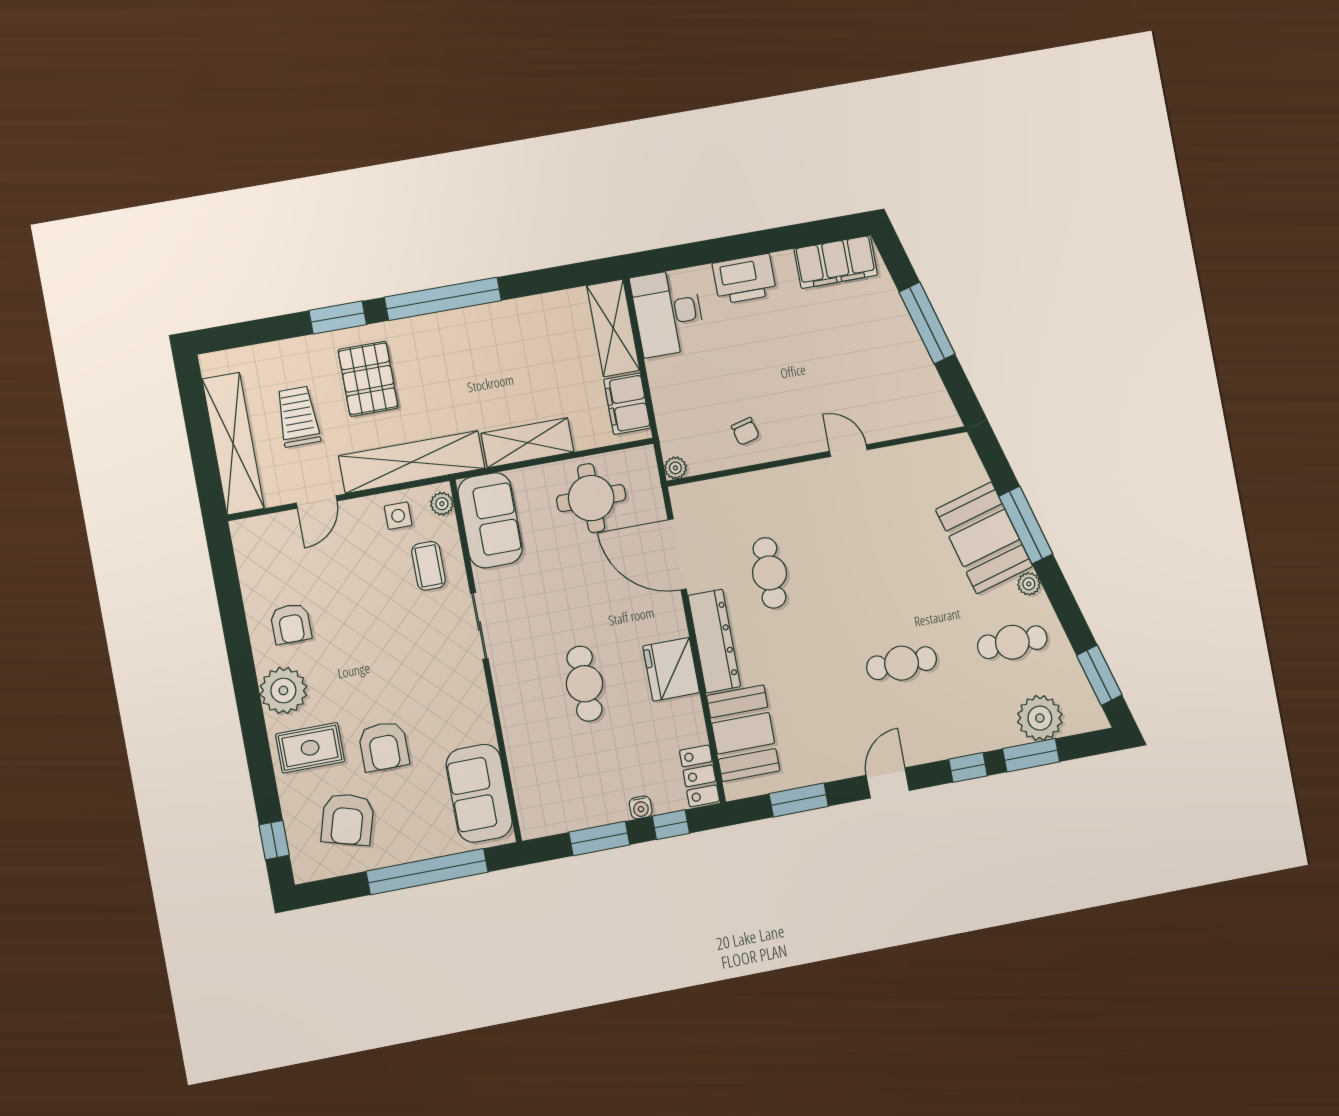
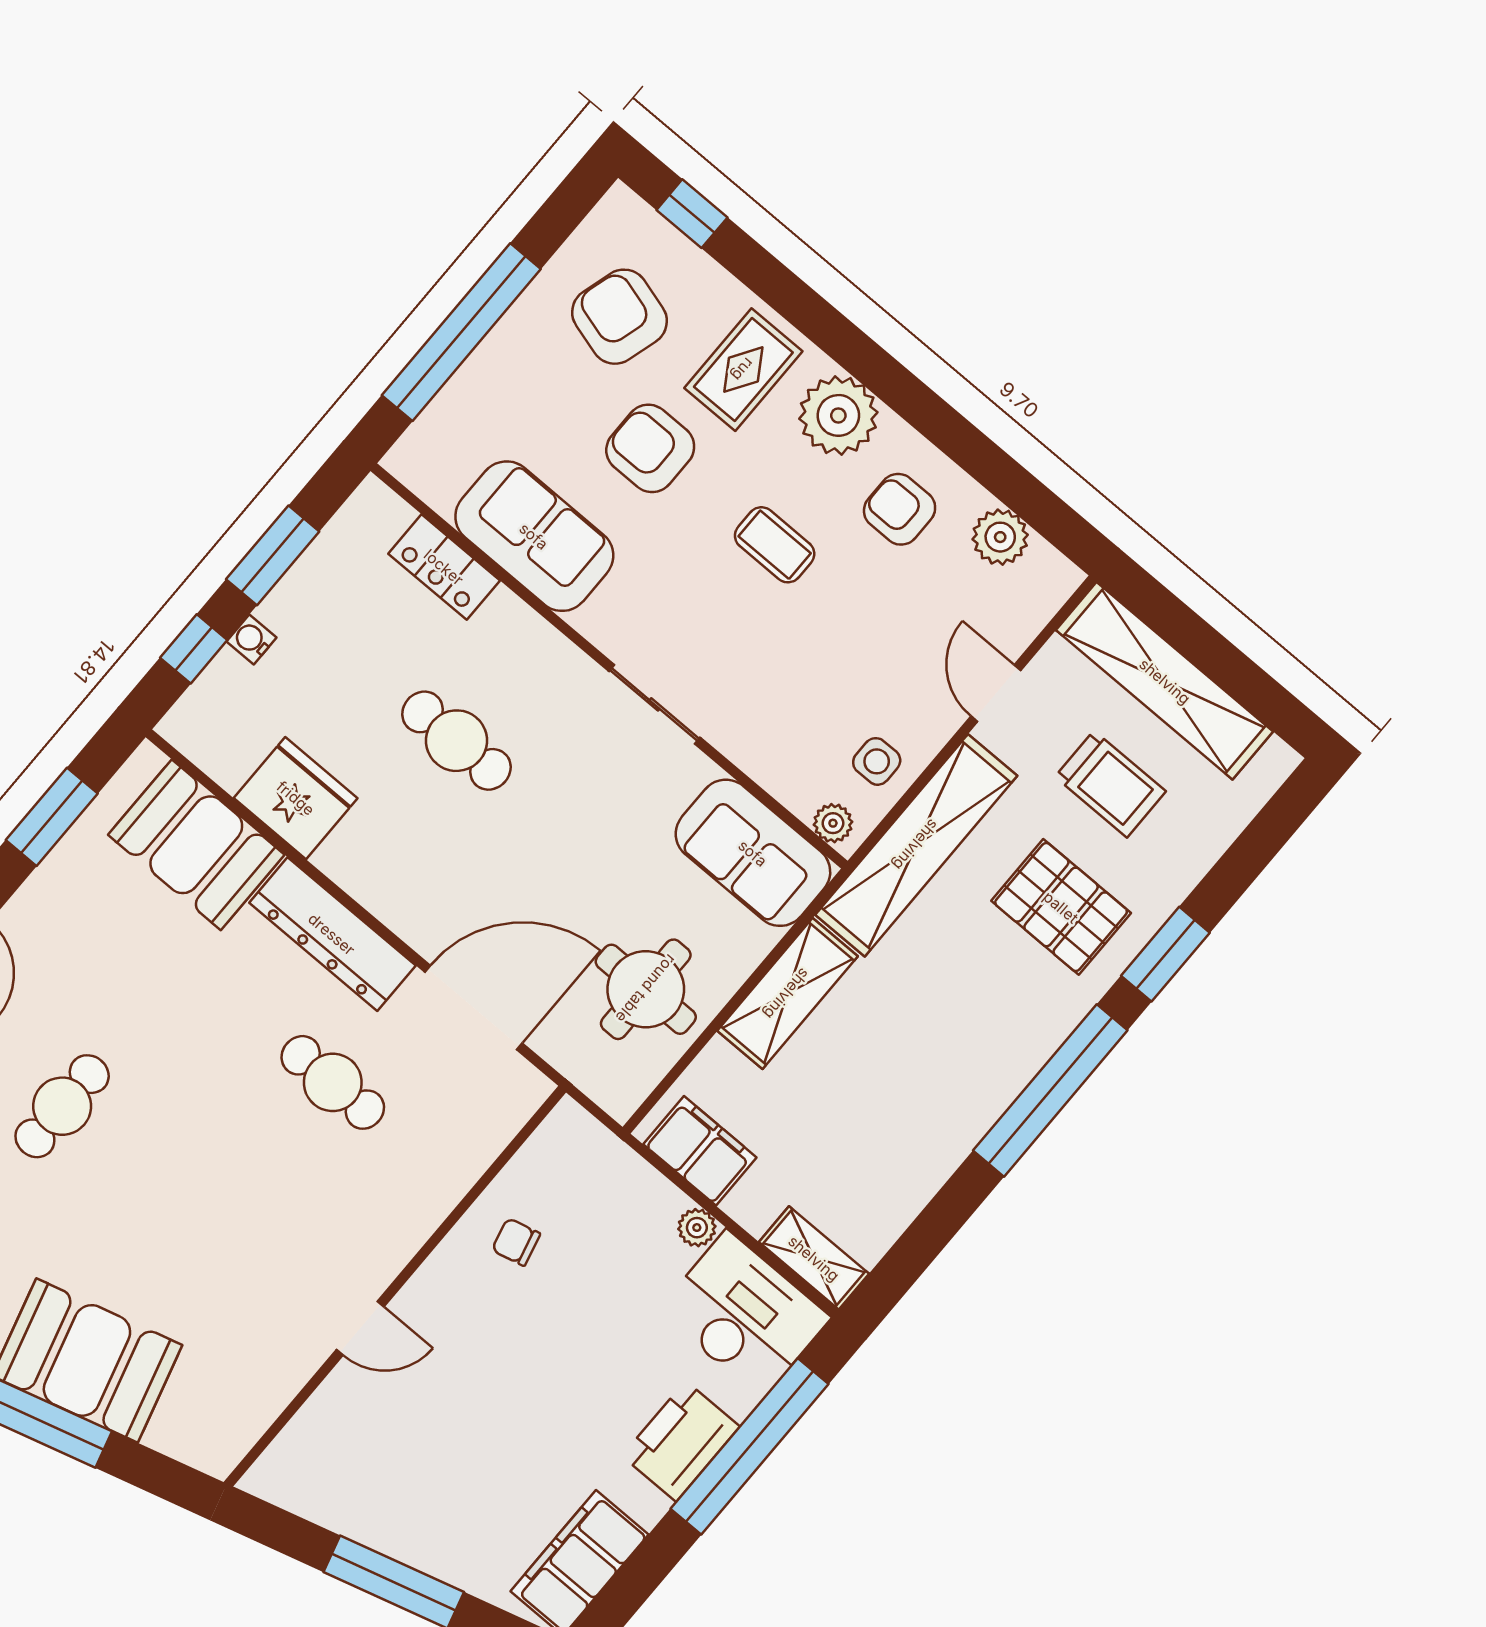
window: (715, 251) -> (750, 1446), added
shelving: (613, 328) -> (814, 1258), width x0.67, depth x0.75
plant: (675, 468) -> (697, 1228), moved
coffee table: (428, 566) -> (775, 545), moved
plant: (255, 573) -> (1000, 537), added
fridge: (671, 669) -> (296, 798), moved
locker: (699, 776) -> (444, 567), moved, turned 180
sofa: (479, 793) -> (534, 536), moved

